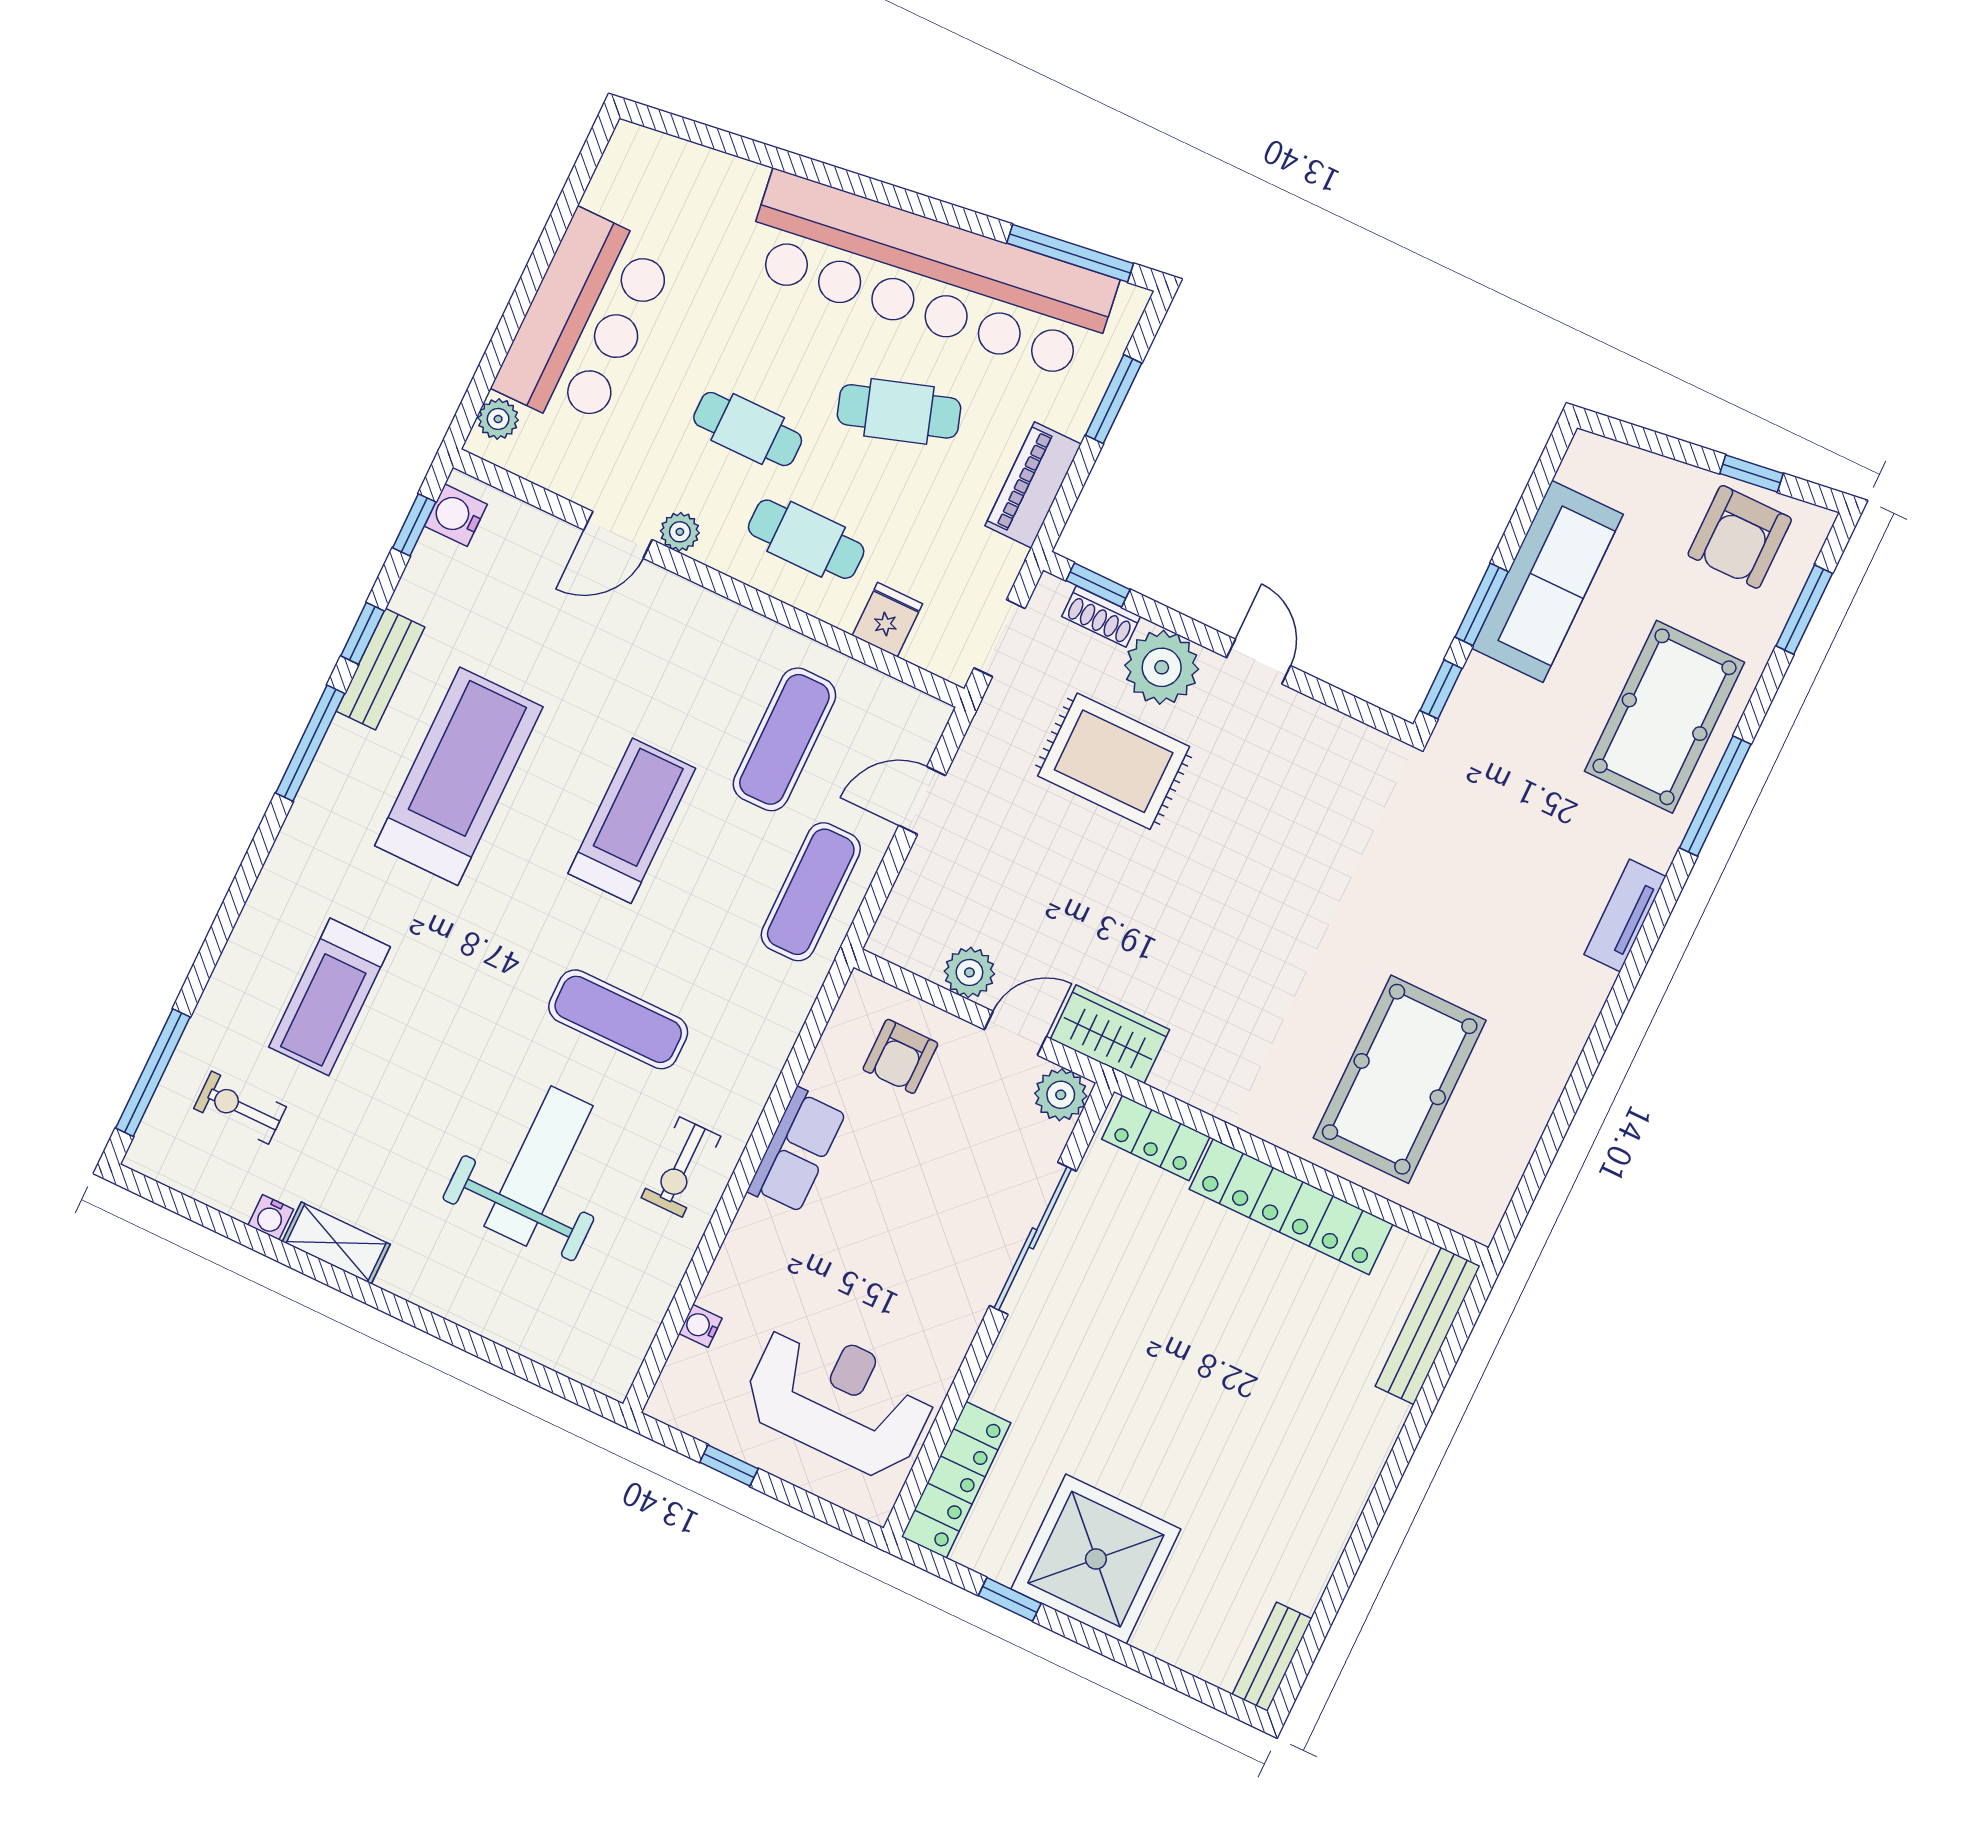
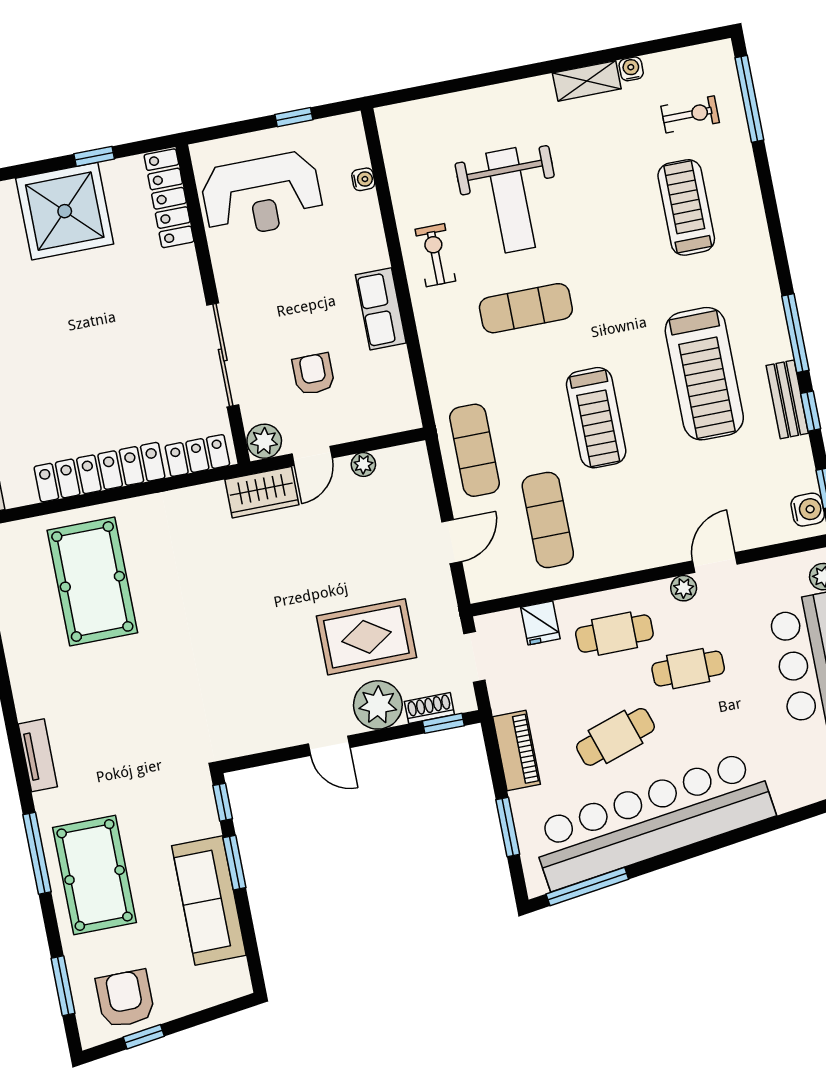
plant: (969, 972) -> (363, 465), width x0.73, depth x0.73
armchair: (900, 1056) -> (313, 374), moved

